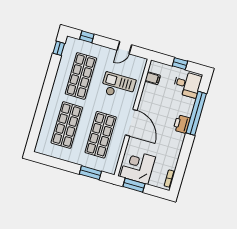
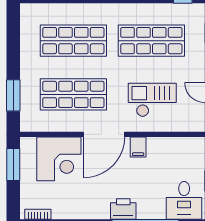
filing cabinet: (153, 78) -> (138, 147), moved
checkout: (118, 86) -> (152, 100), turned -90
corner desk: (138, 167) -> (59, 159), moved, turned 90

